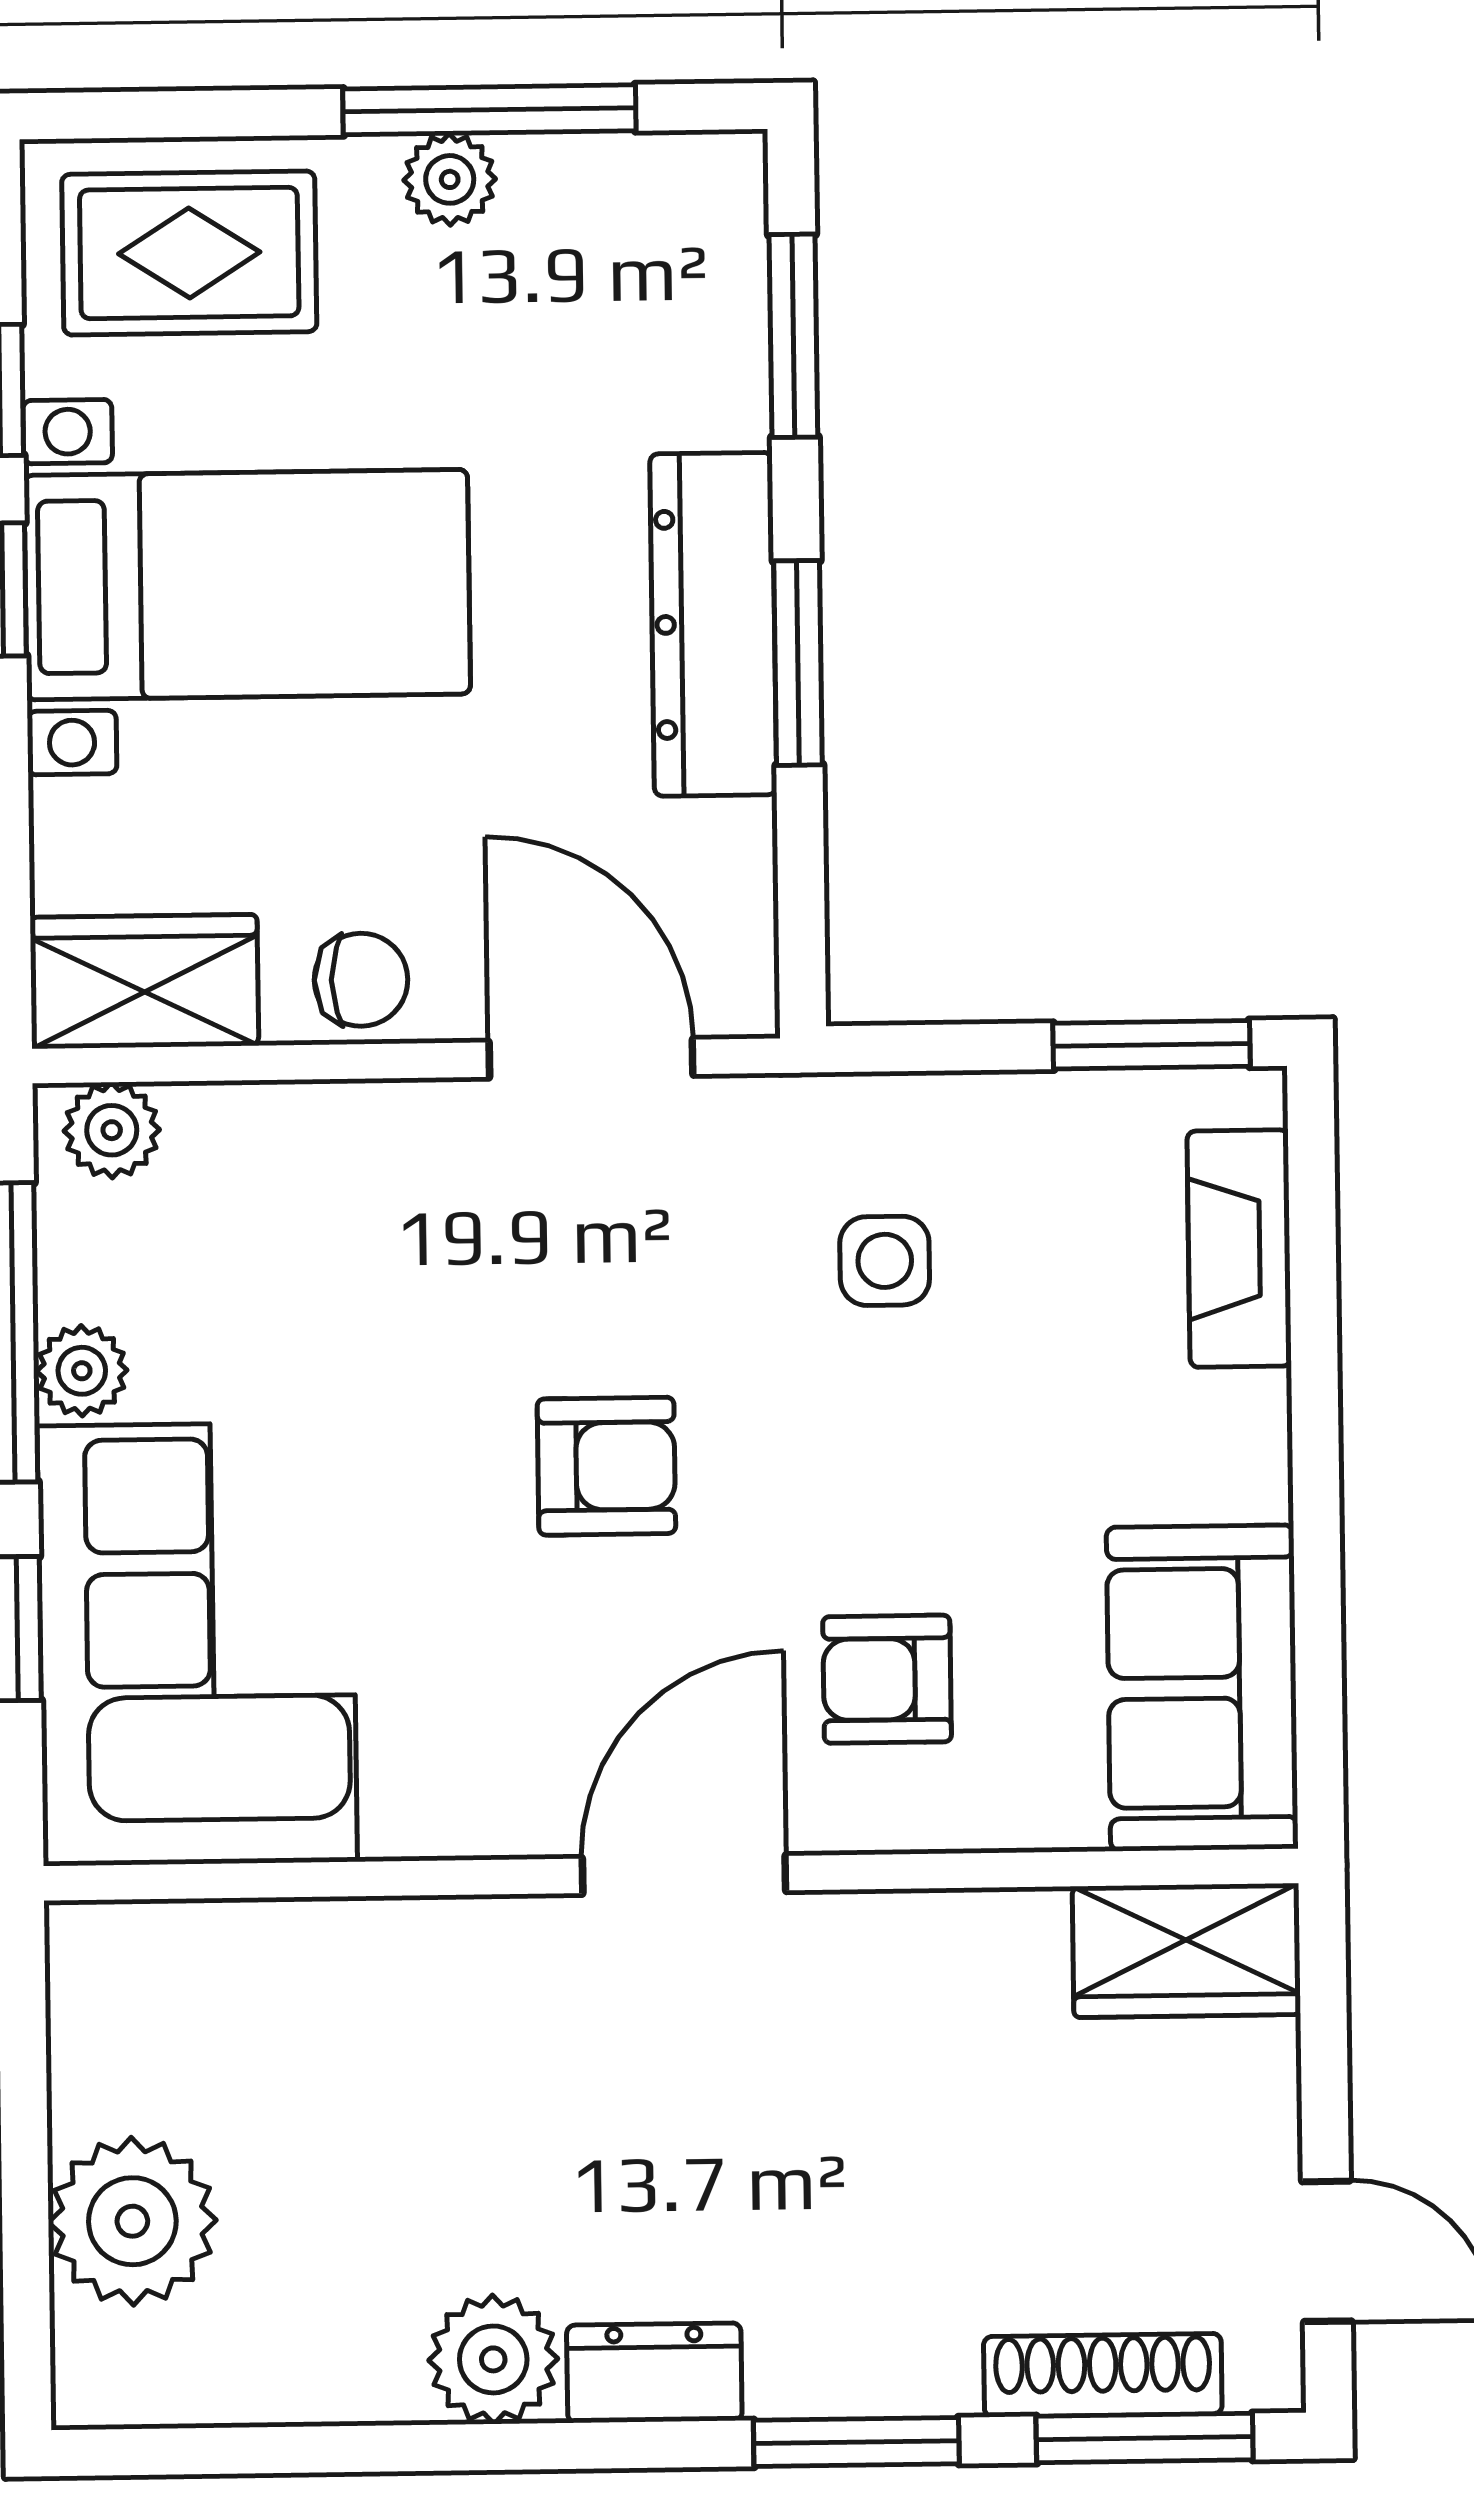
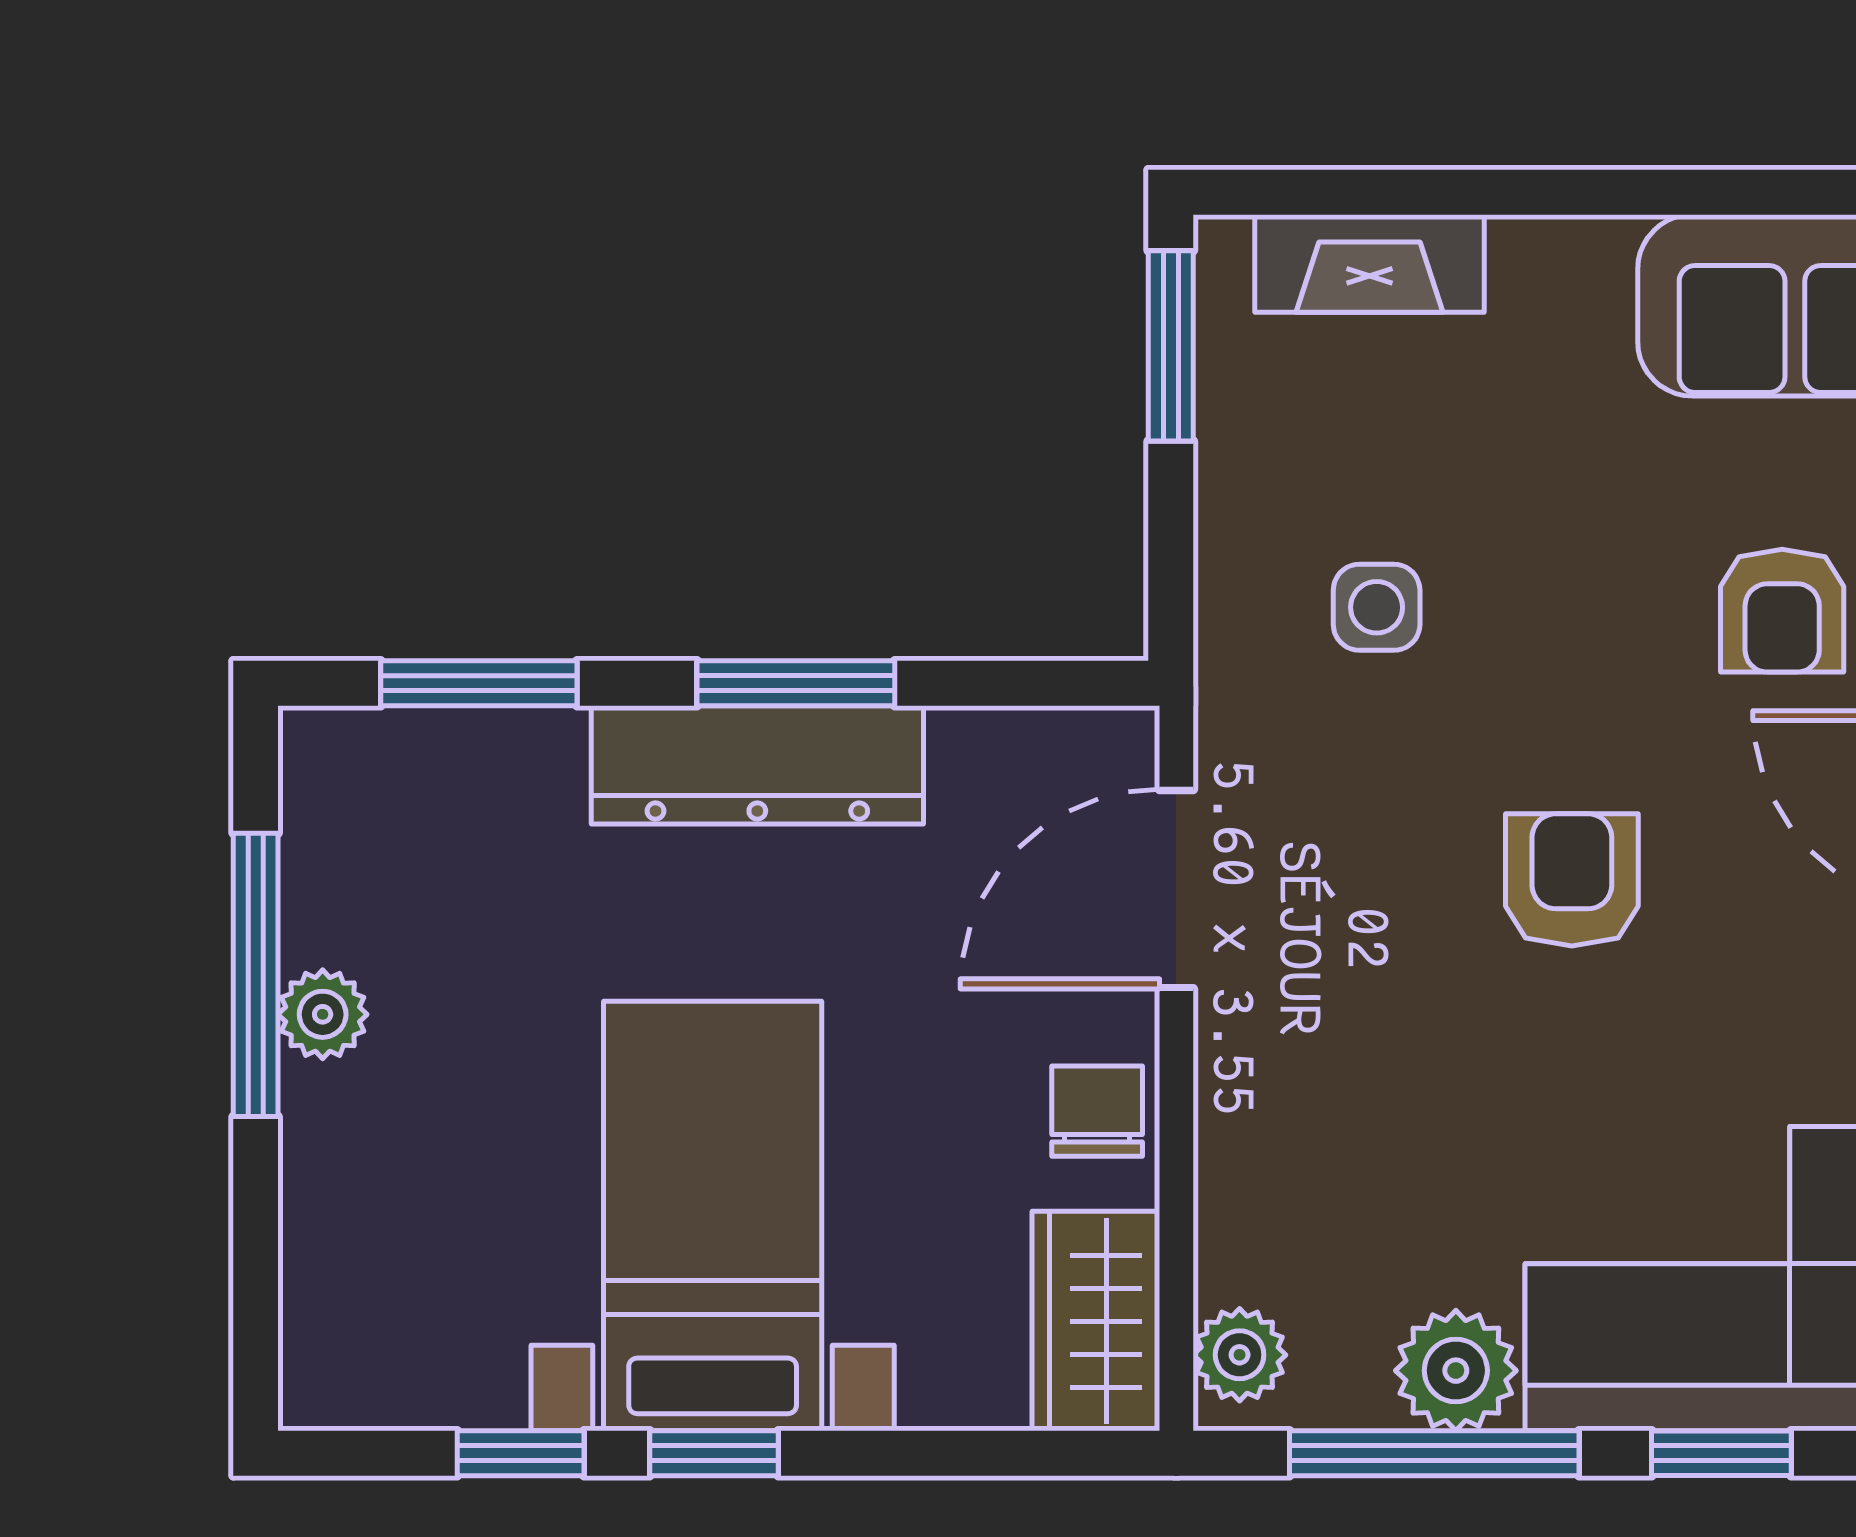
rug: (189, 253) -> (390, 1268), removed
plant: (82, 1371) -> (1456, 1371), width x1.38, depth x1.38

